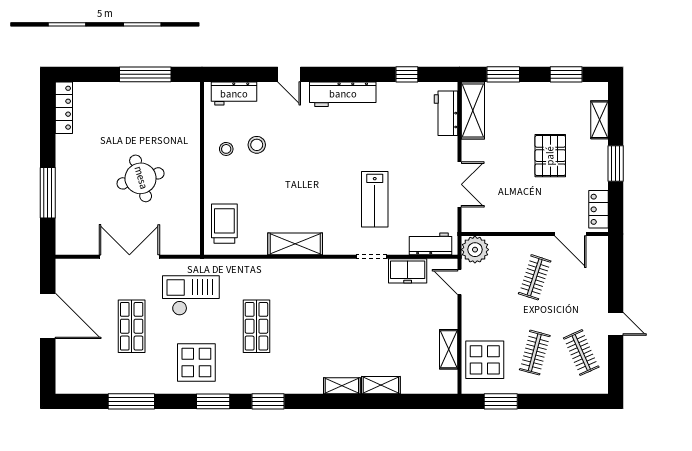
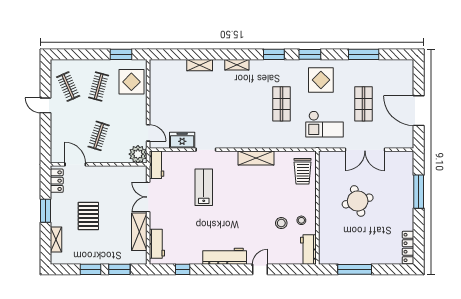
door: (289, 74) -> (260, 269), hinge flipped
window: (566, 74) -> (90, 269), moved
workbench: (234, 94) -> (308, 250), moved, turned -90
shelving: (473, 110) -> (139, 232), moved
workbench: (430, 244) -> (156, 165), moved, turned -90
shelving: (449, 349) -> (155, 89), removed
shelving: (342, 386) -> (237, 65), moved

